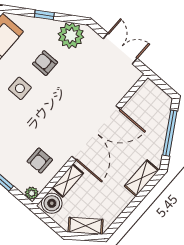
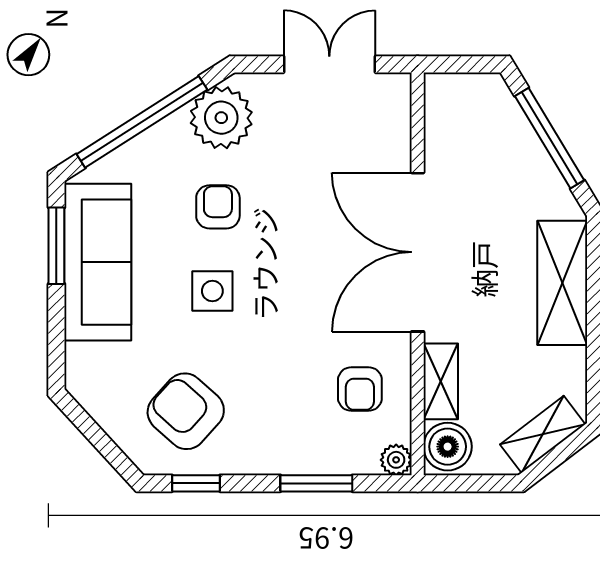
window: (44, 15) -> (142, 122), width x3.17
armchair: (45, 63) -> (218, 207), turned 90
double door: (96, 133) -> (418, 252), swing flipped
shelving: (142, 178) -> (562, 283), width x1.50, depth x1.33

